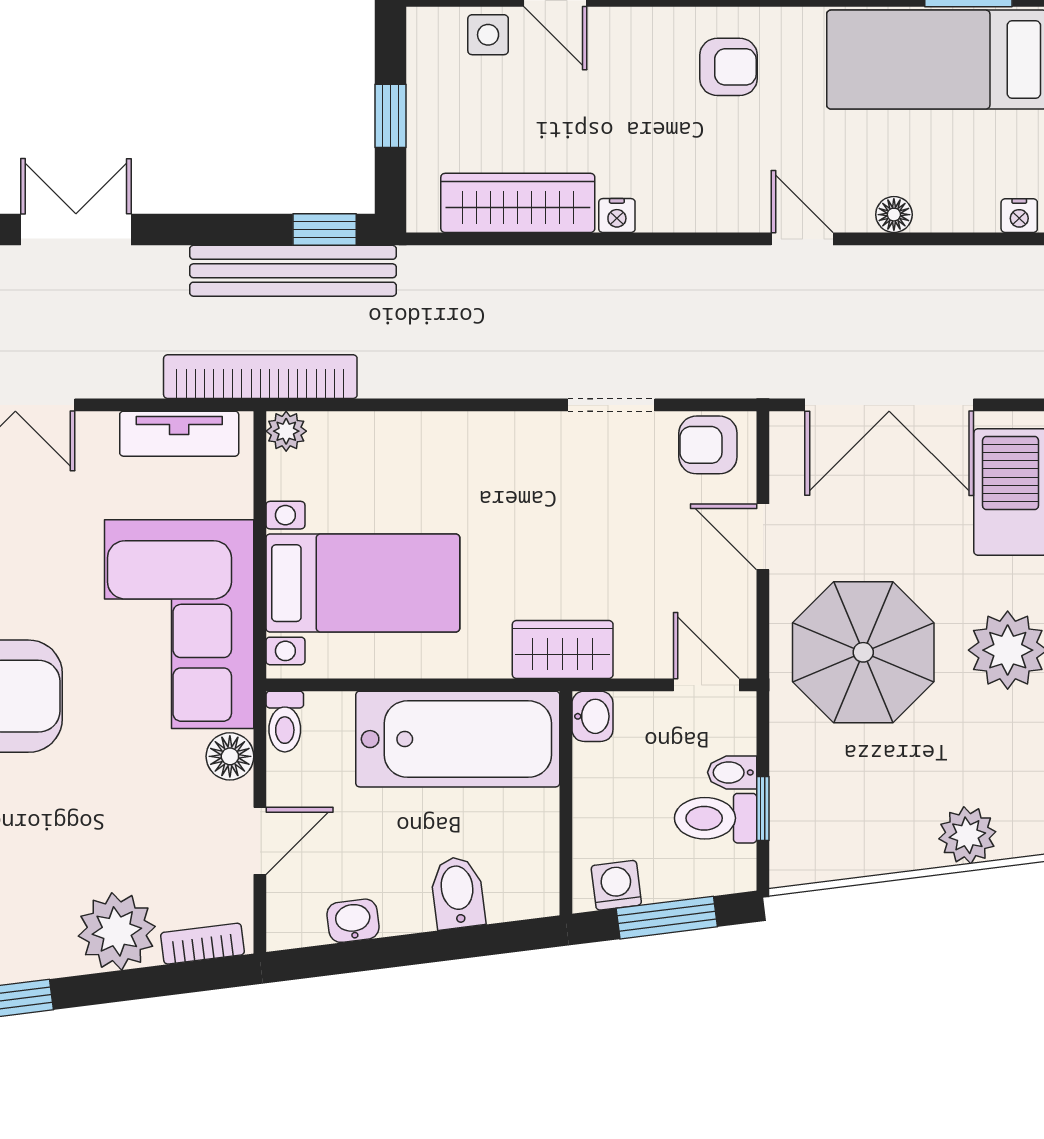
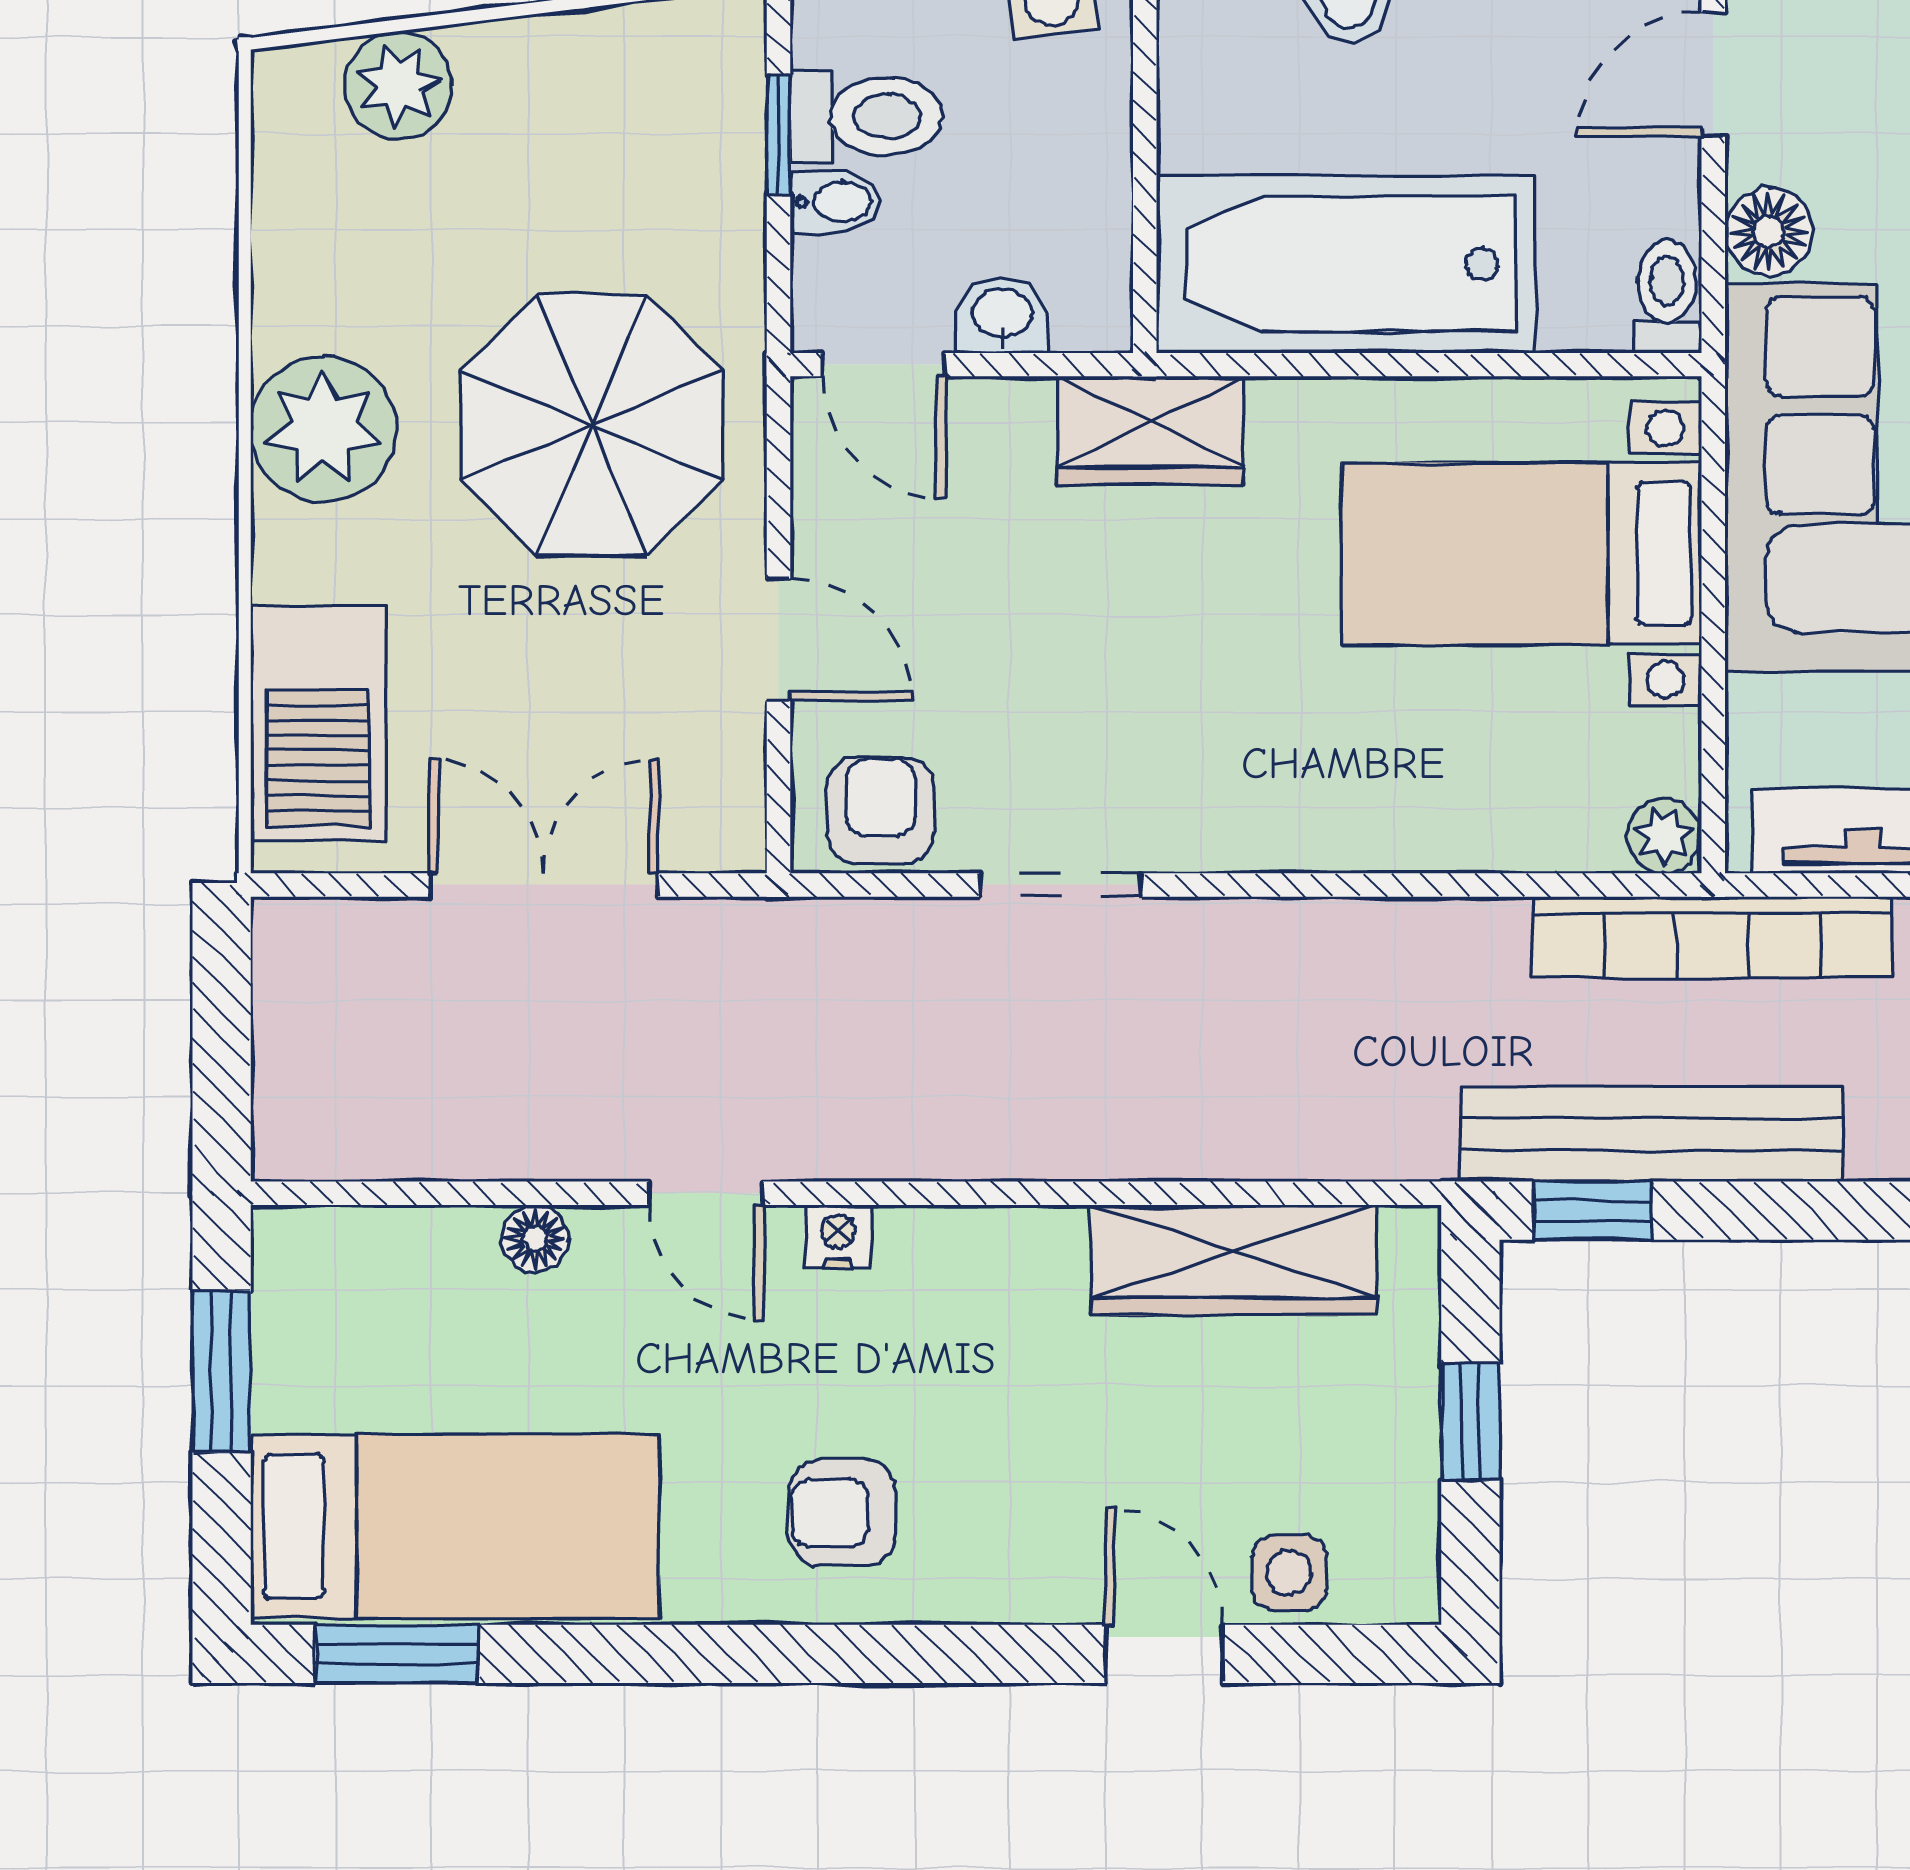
nightstand: (617, 216) -> (838, 1237), moved
nightstand: (1019, 216) -> (302, 1236), removed
double door: (889, 405) -> (544, 885), width x0.73
armchair: (708, 445) -> (881, 810), turned -90
washbasin: (592, 716) -> (1002, 315), moved, turned 90

